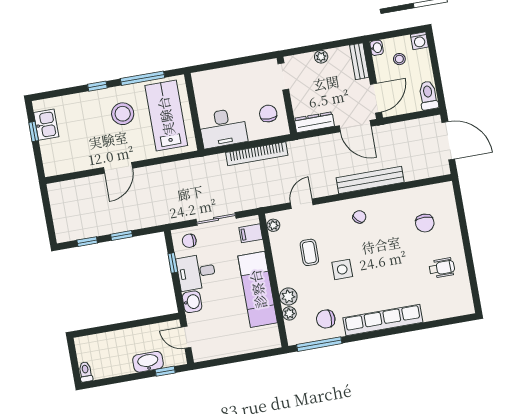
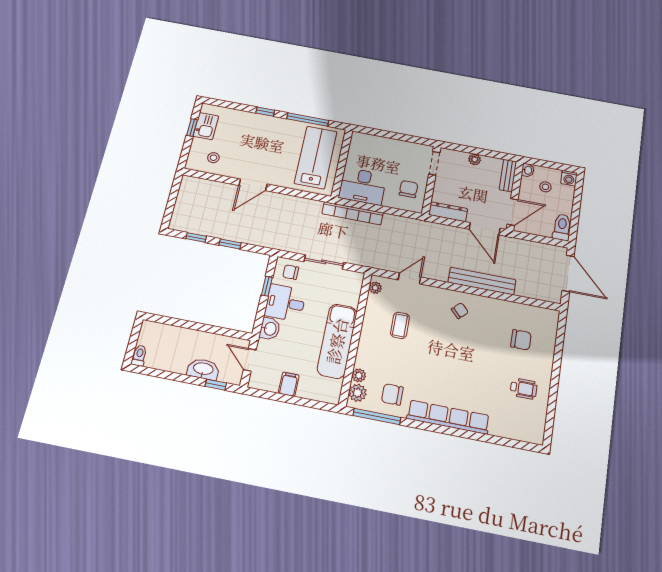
stool: (123, 114) -> (213, 158), moved, width x0.53, depth x0.53
bookcase: (257, 154) -> (353, 213), moved
chair: (425, 223) -> (521, 340), turned -90
filing cabinet: (251, 233) -> (289, 384), moved, turned 90
side table: (342, 269) -> (426, 353), removed
plant: (288, 297) -> (357, 393), moved

